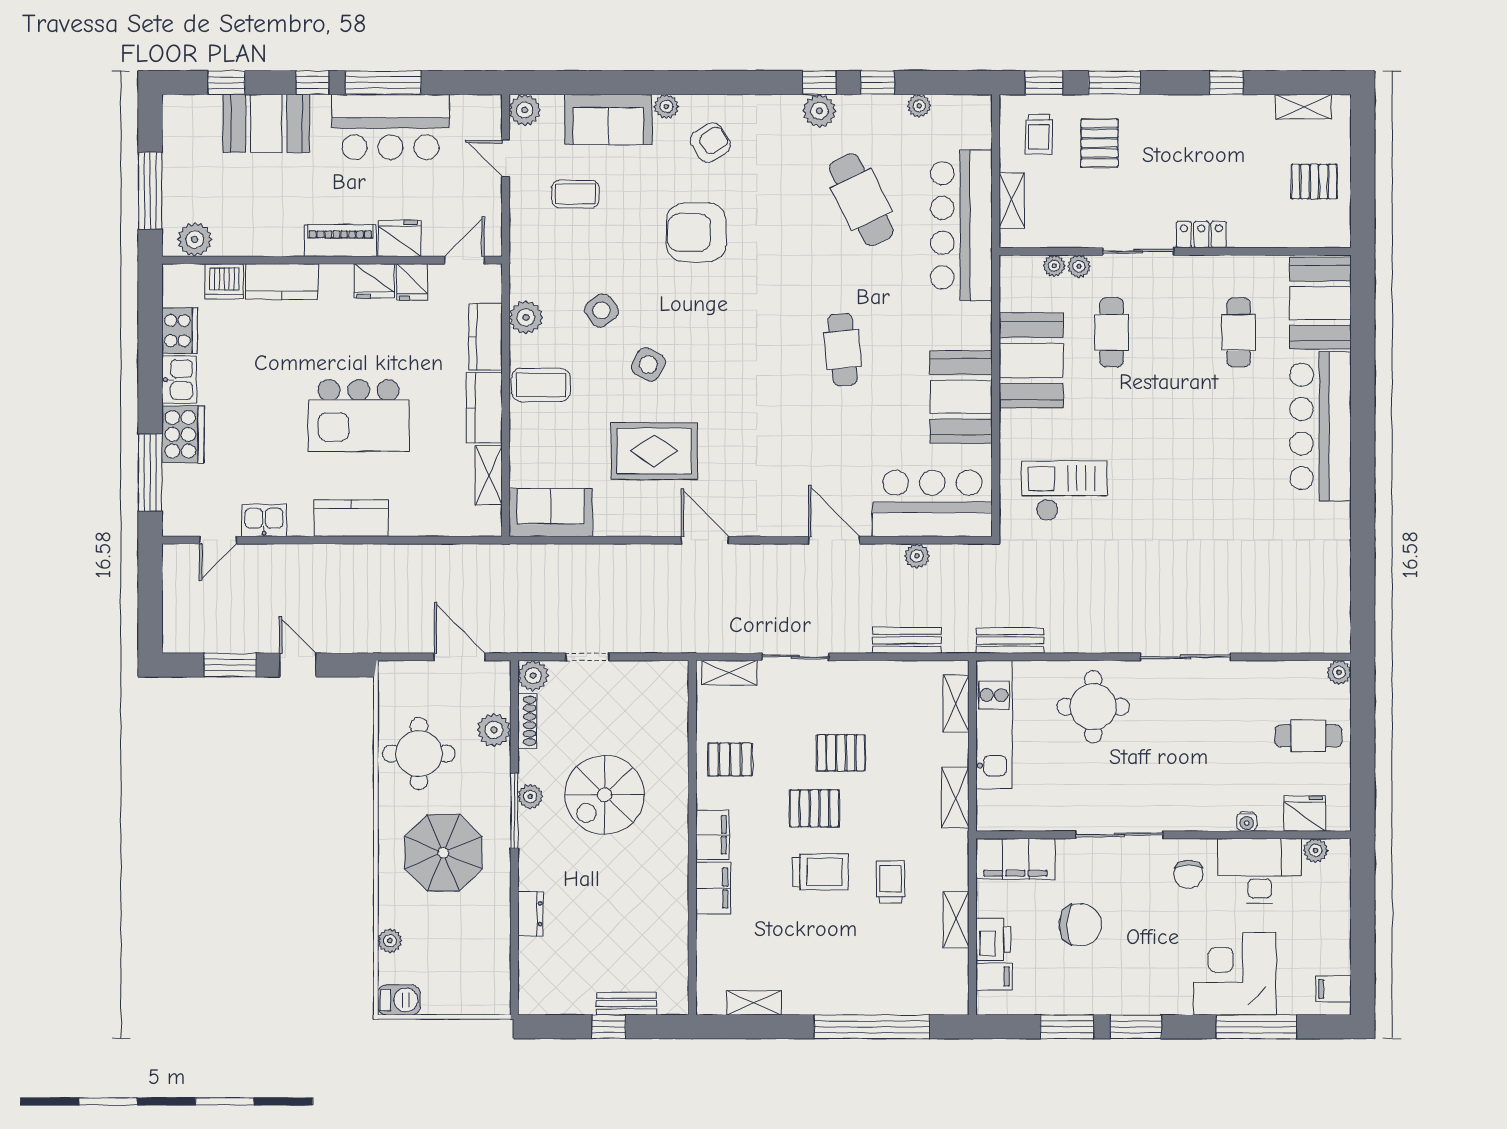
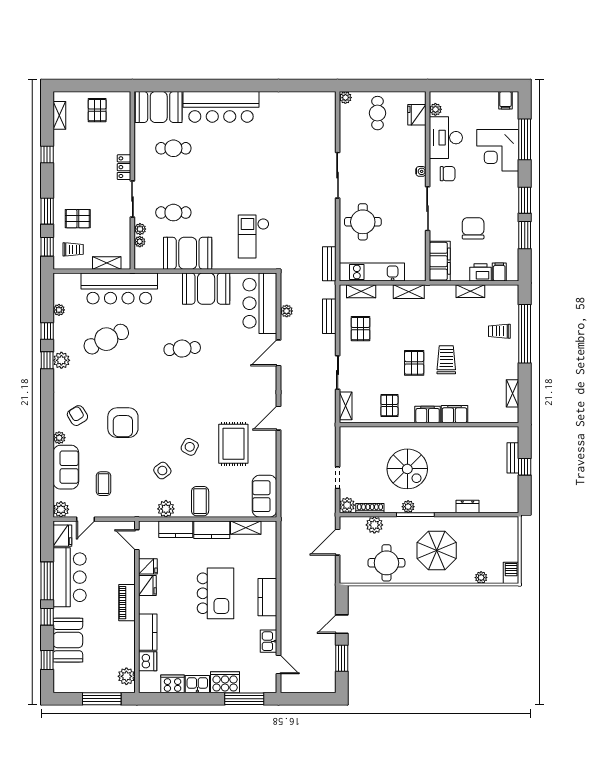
fridge: (400, 238) -> (62, 536), moved, turned 180
pallet: (841, 753) -> (360, 329), moved
water cooler: (1247, 822) -> (421, 171), moved
trolley: (891, 882) -> (499, 331), moved

